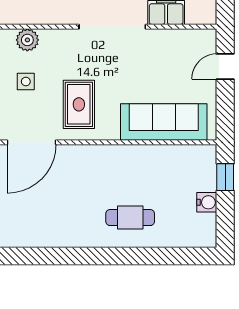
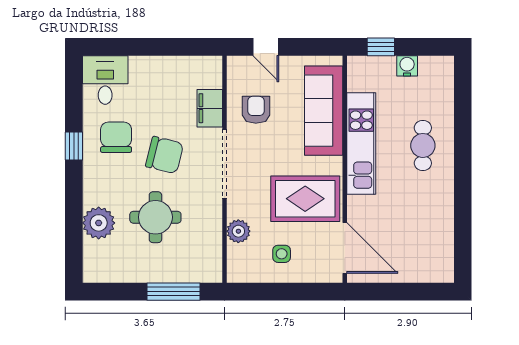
plant: (27, 40) -> (238, 231), moved
armchair: (165, 57) -> (256, 110), added
rug: (79, 104) -> (305, 199), width x1.36, depth x1.43
kitchen unit: (132, 158) -> (361, 144), added

